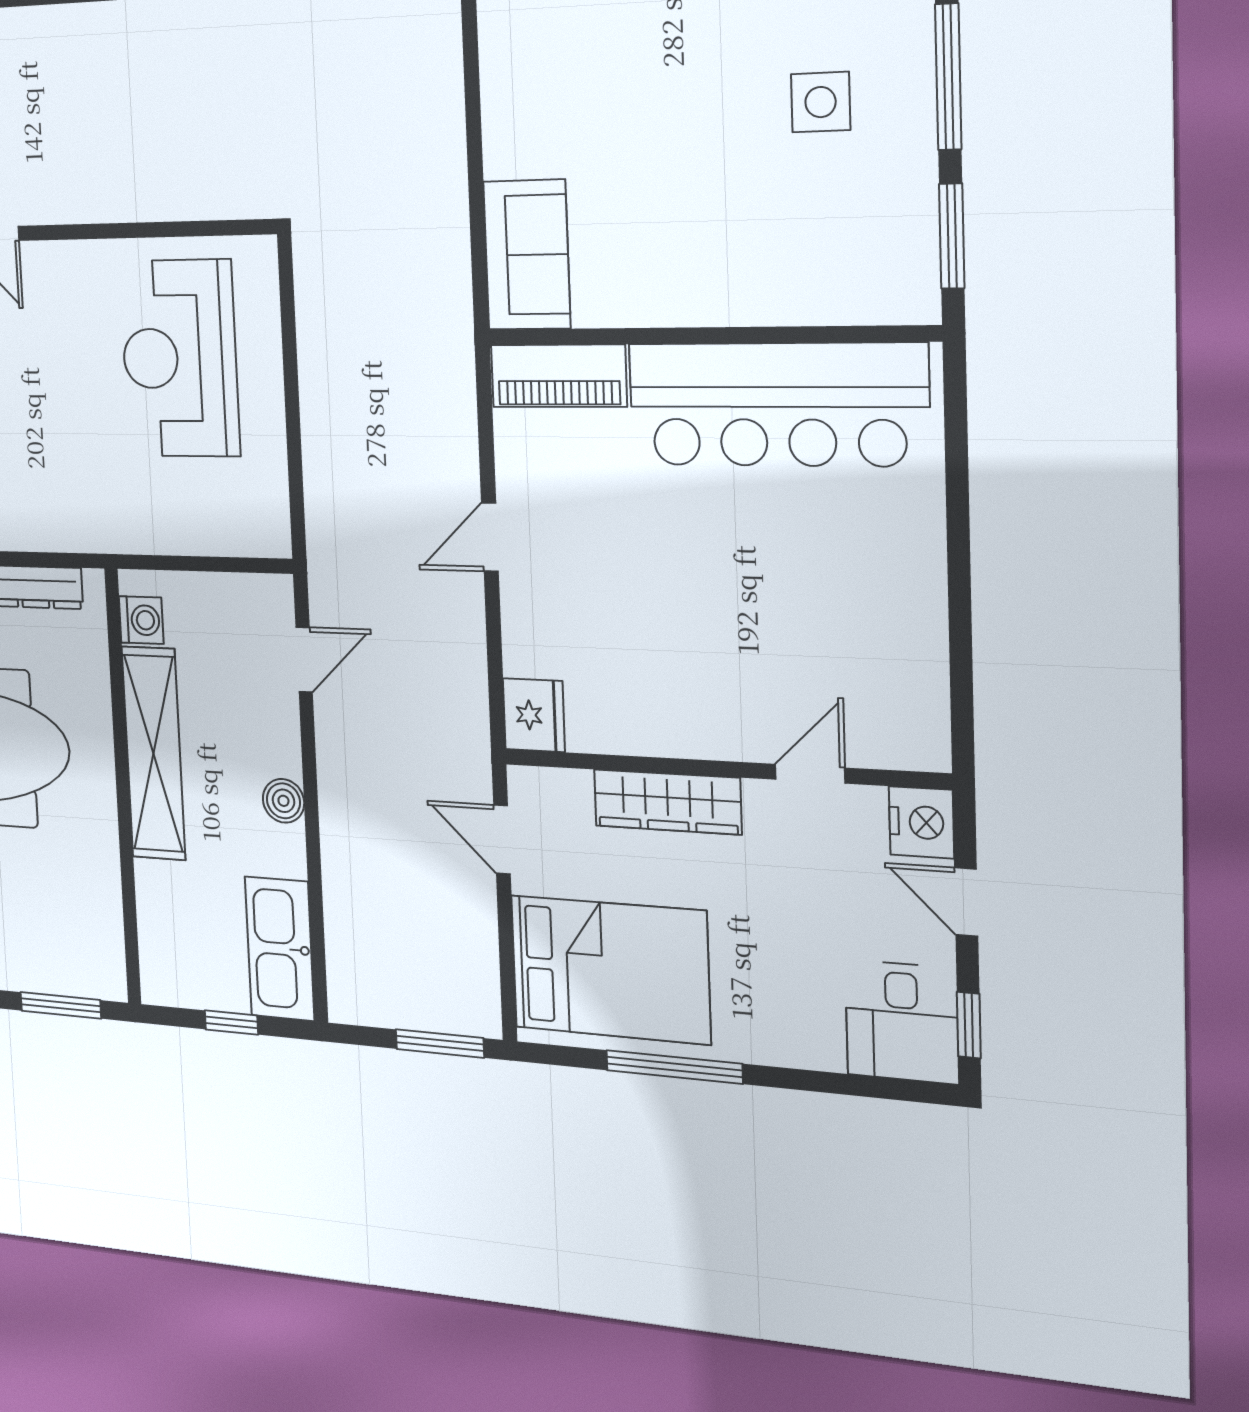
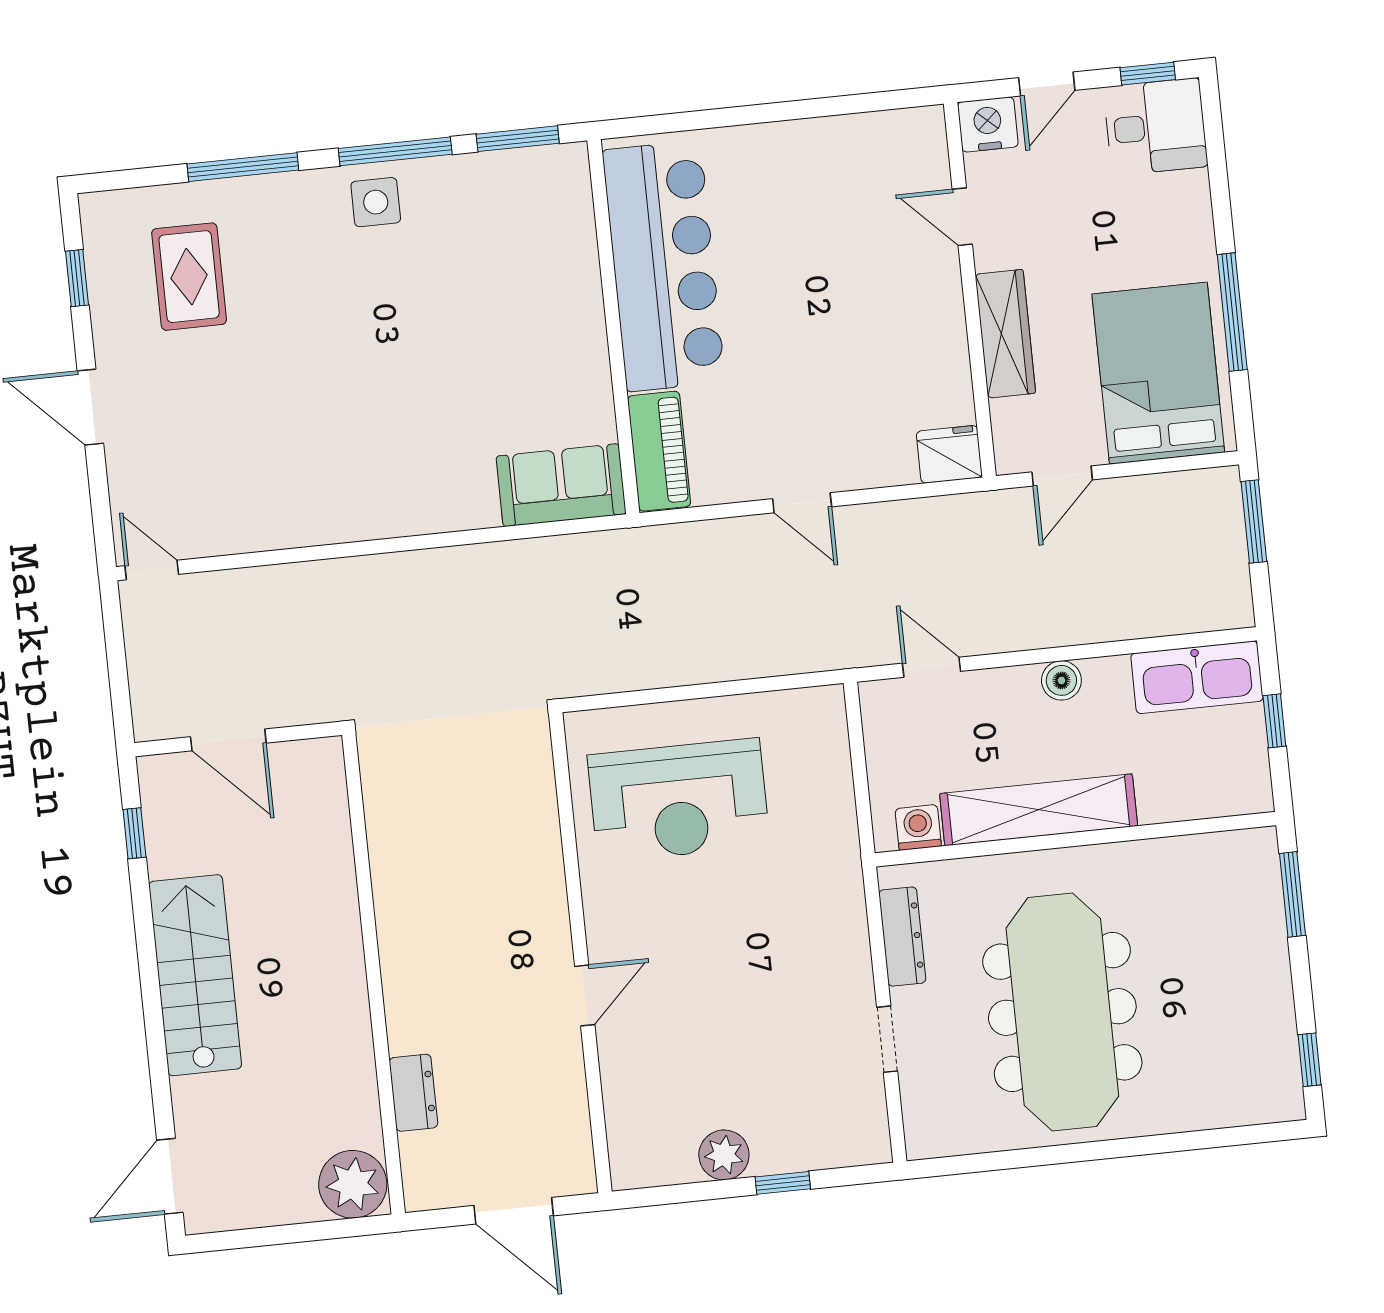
side table: (821, 102) -> (376, 202), moved

